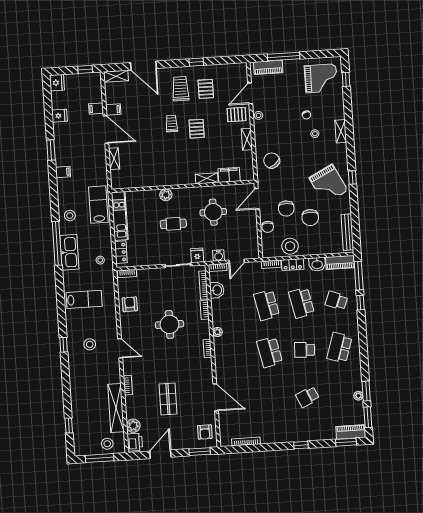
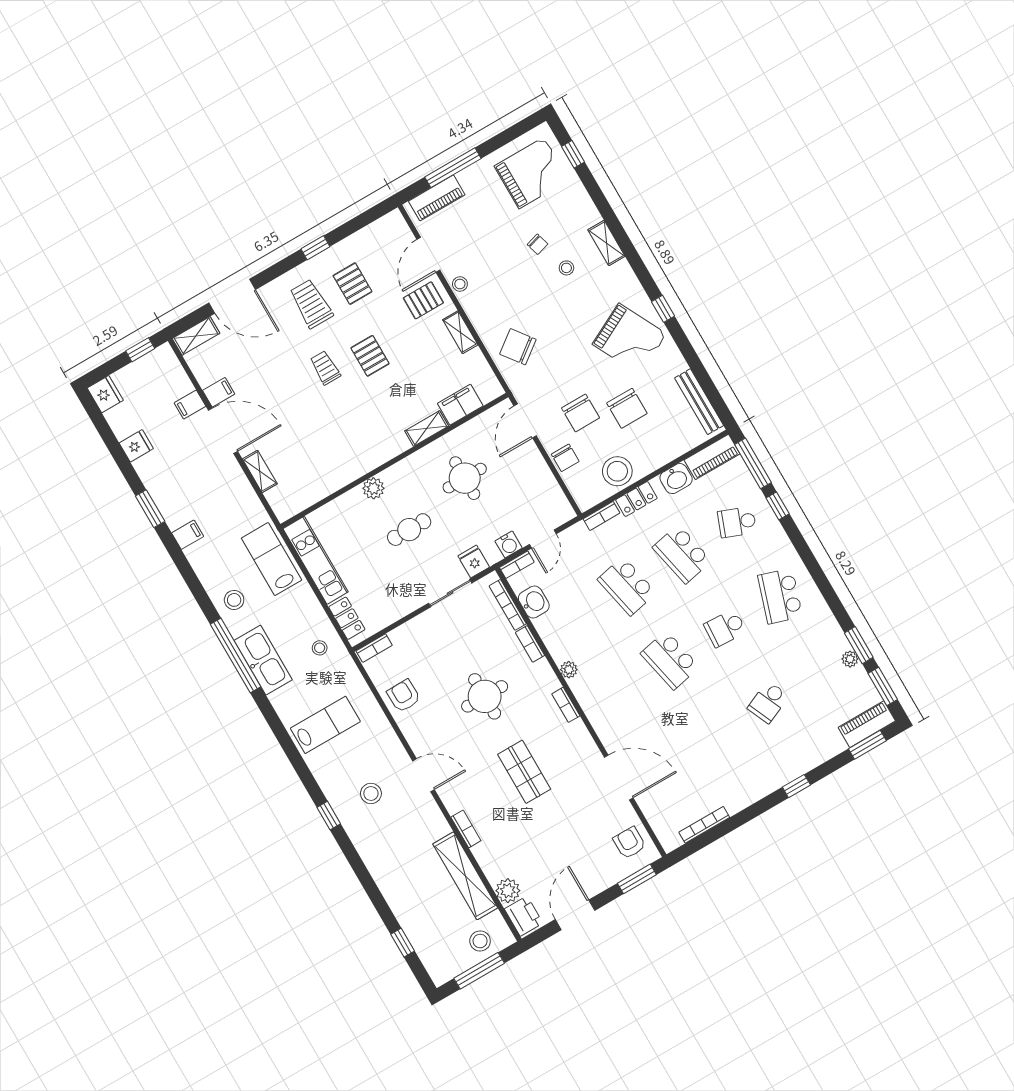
shop shelf: (168, 399) -> (524, 772), moved
armchair: (205, 432) -> (629, 843), turned 180

